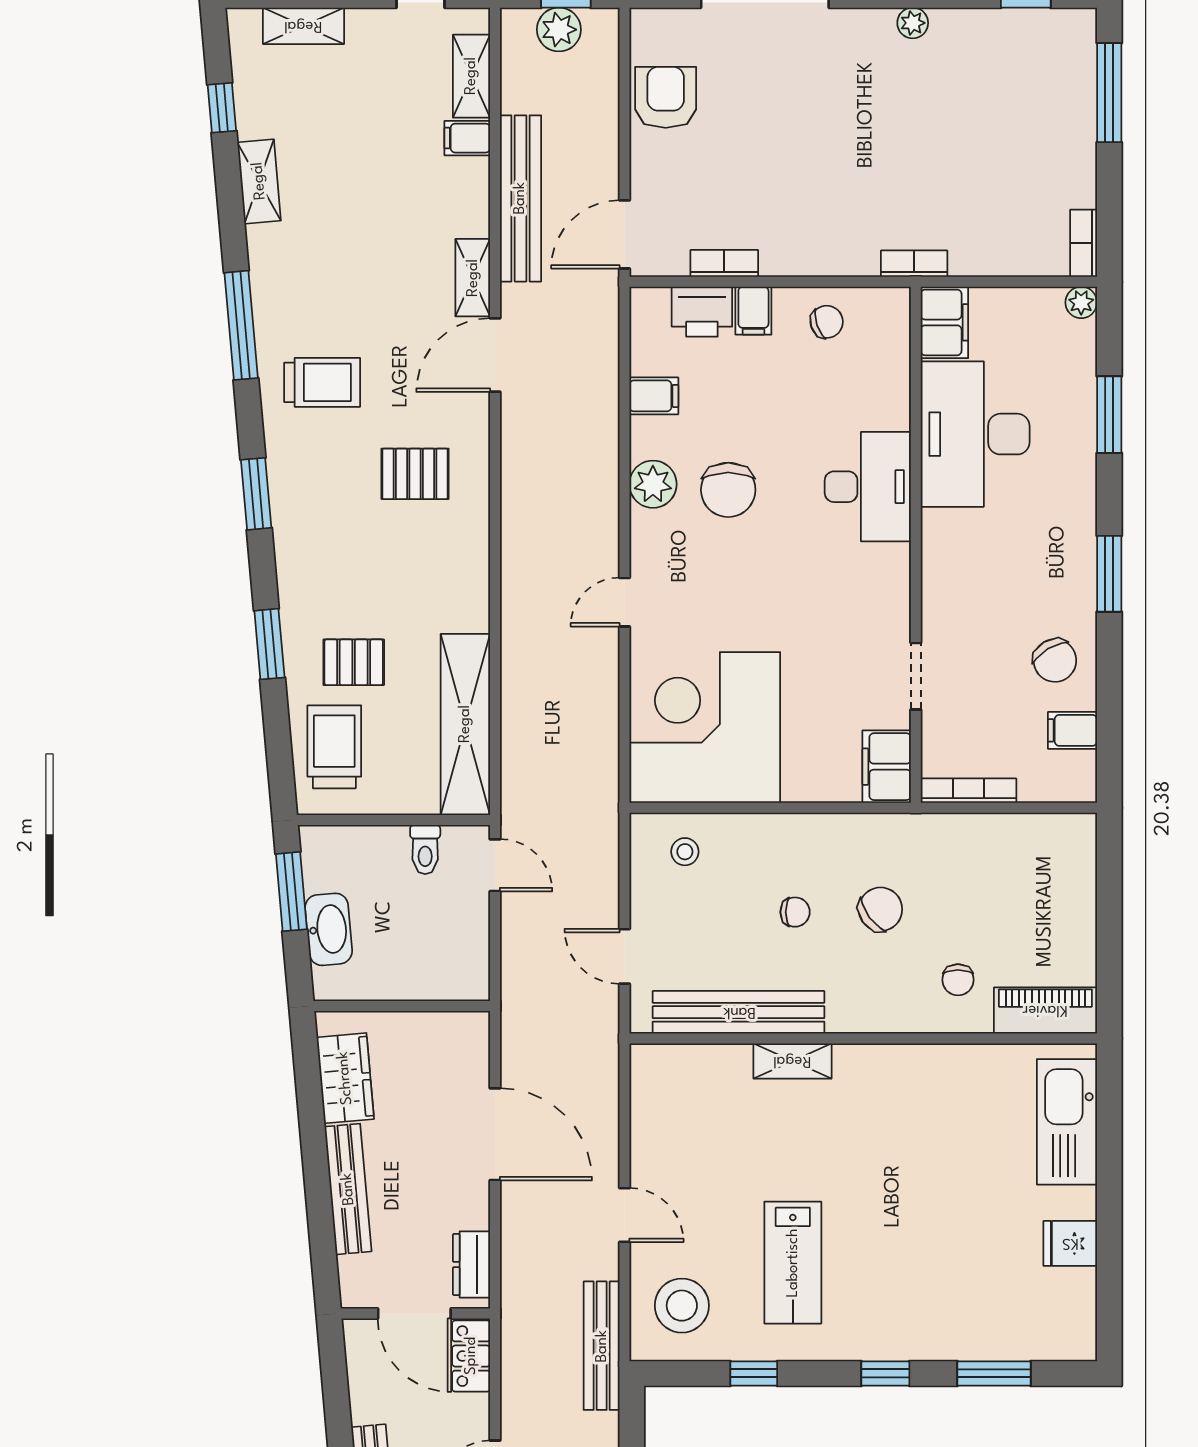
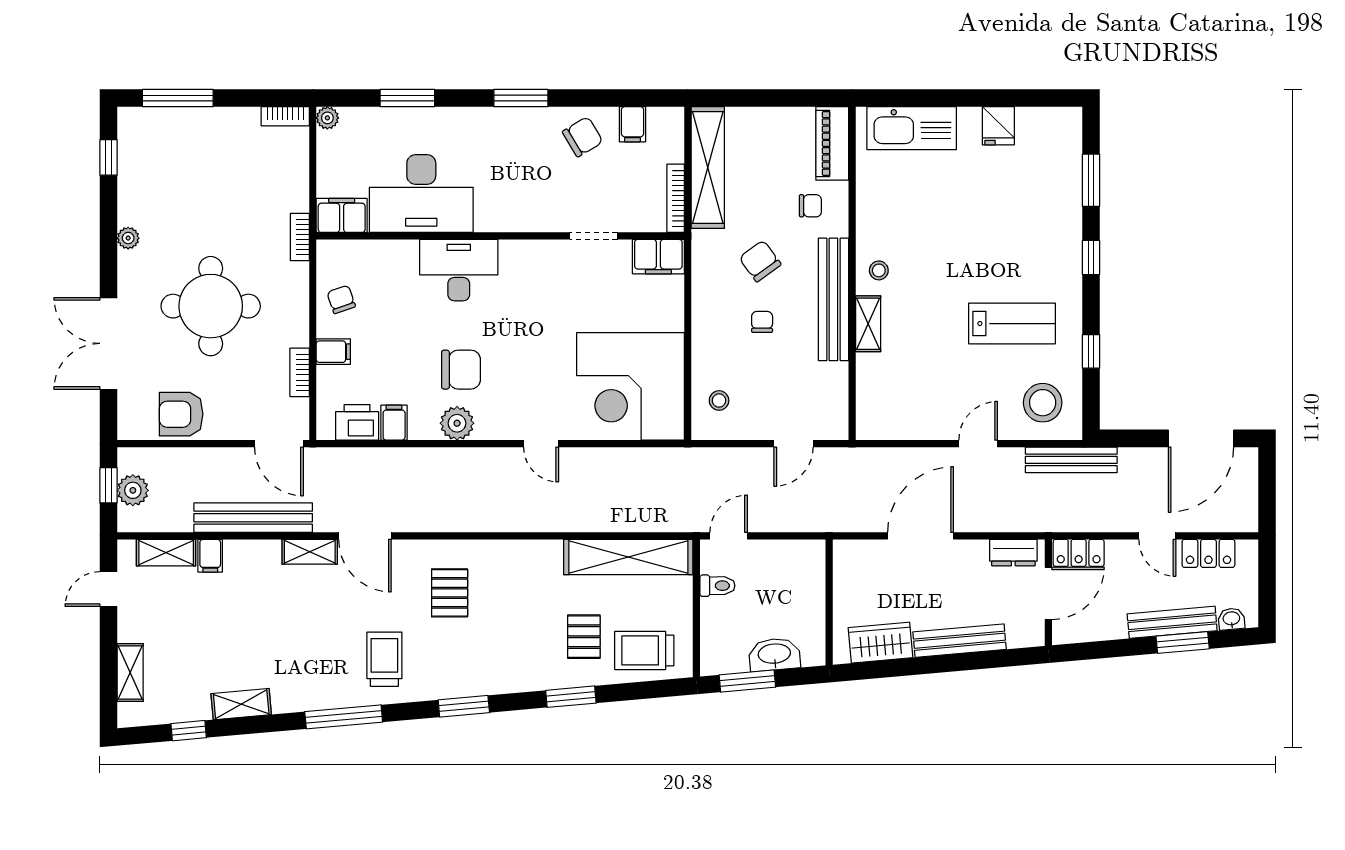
round table: (817, 139) -> (211, 306), added
printer: (702, 312) -> (357, 422), moved, turned -90
shelving: (1012, 836) -> (708, 167), added
bench: (739, 1012) -> (833, 299), moved
stool: (867, 1076) -> (879, 270), added

